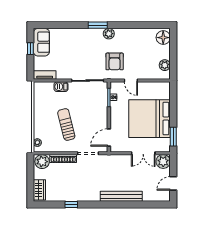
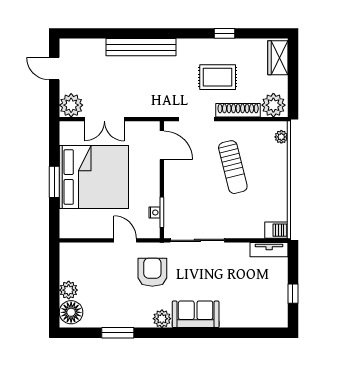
window: (98, 25) -> (118, 333), moved
sofa: (41, 42) -> (196, 314), moved, turned 90
plant: (165, 65) -> (69, 290), moved
barbecue: (61, 87) -> (276, 230), moved
window: (173, 137) -> (54, 182), moved
door: (109, 138) -> (162, 145), hinge flipped
double door: (143, 153) -> (104, 119), swing flipped
rug: (76, 178) -> (218, 77), added
door: (173, 183) -> (54, 69), swing flipped

